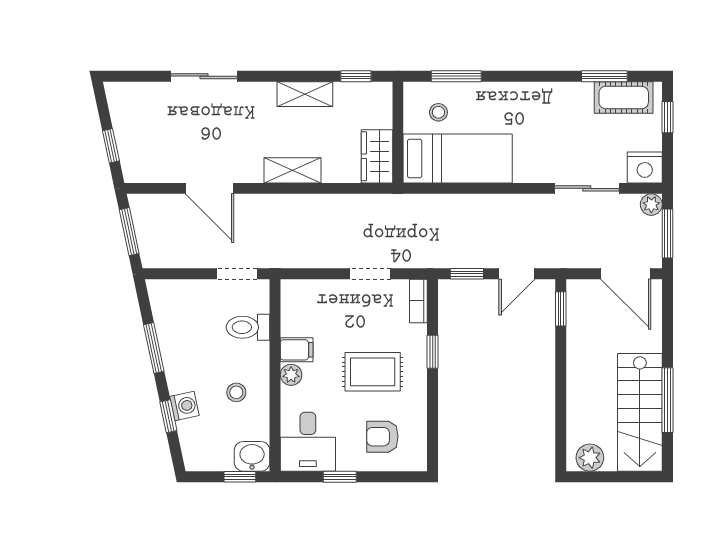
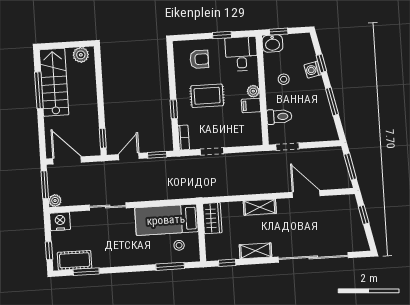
sliding door: (204, 76) -> (313, 257), width x1.86
sliding door: (587, 188) -> (108, 206), moved

